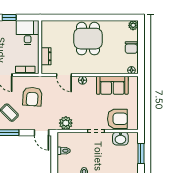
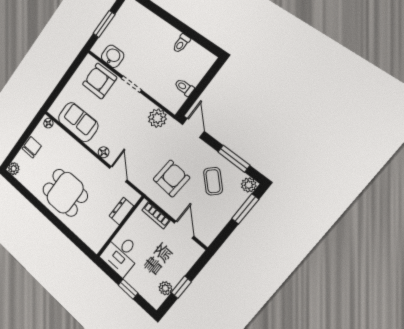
dining table: (88, 39) -> (65, 193), turned 90

